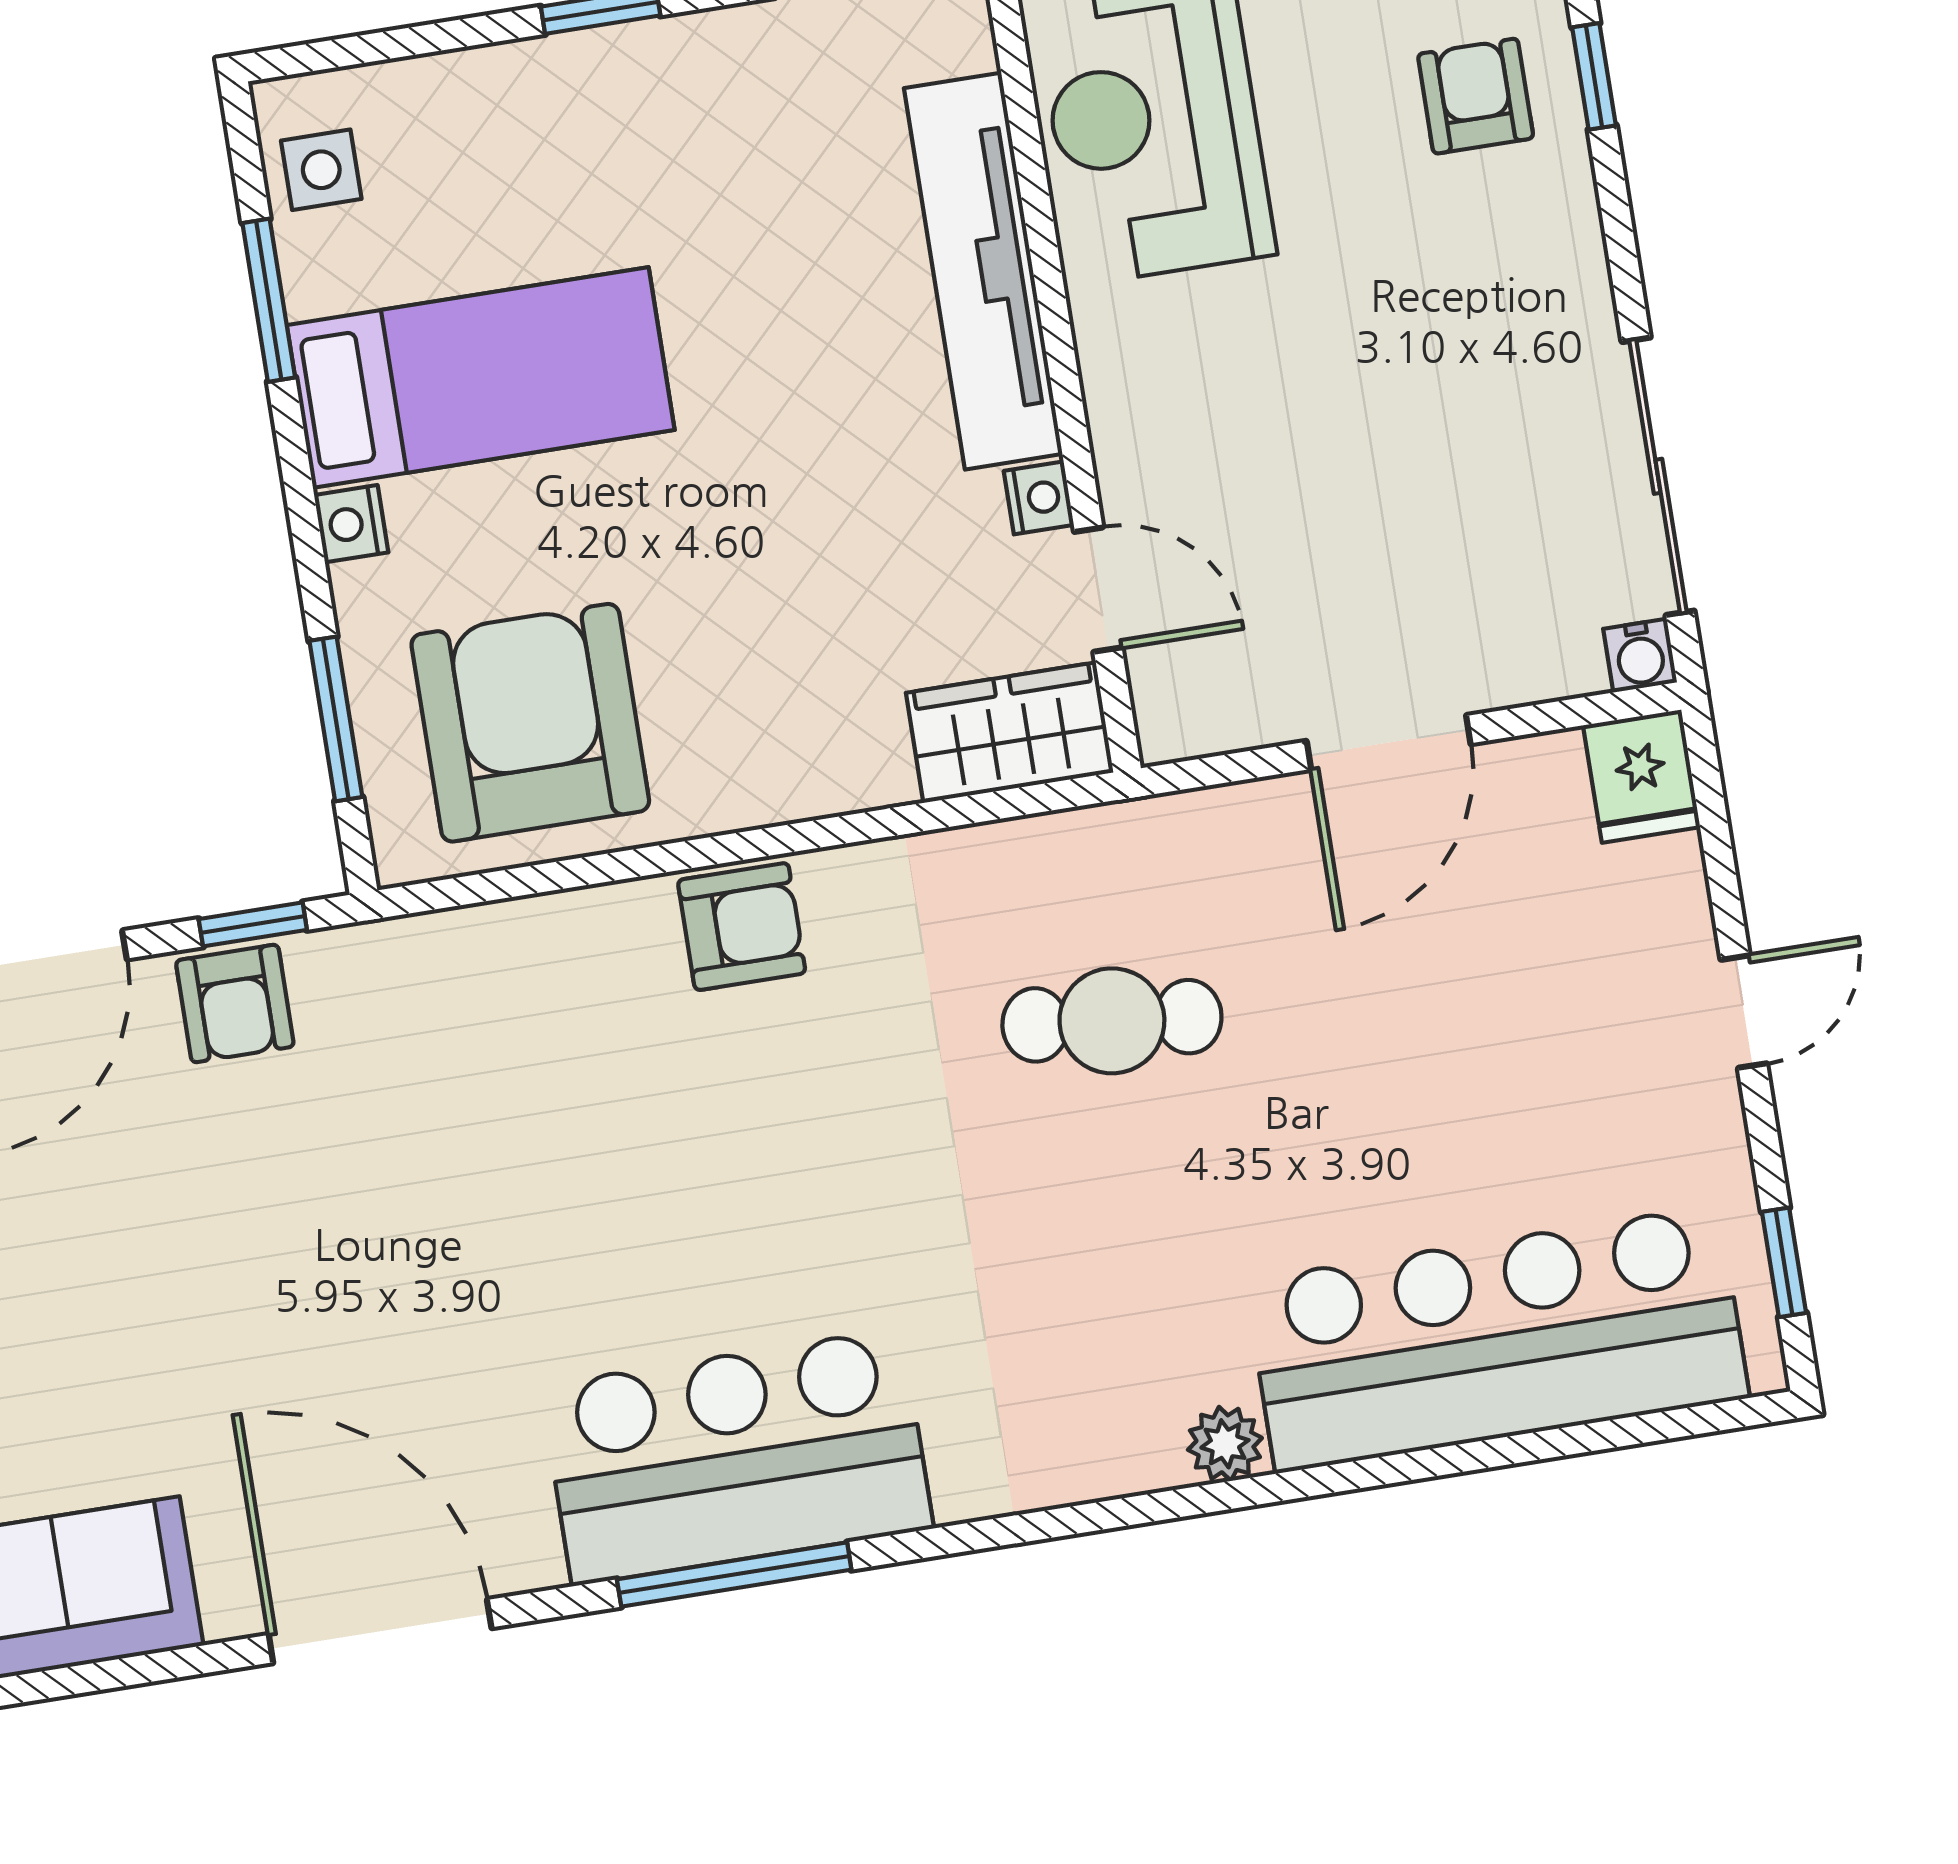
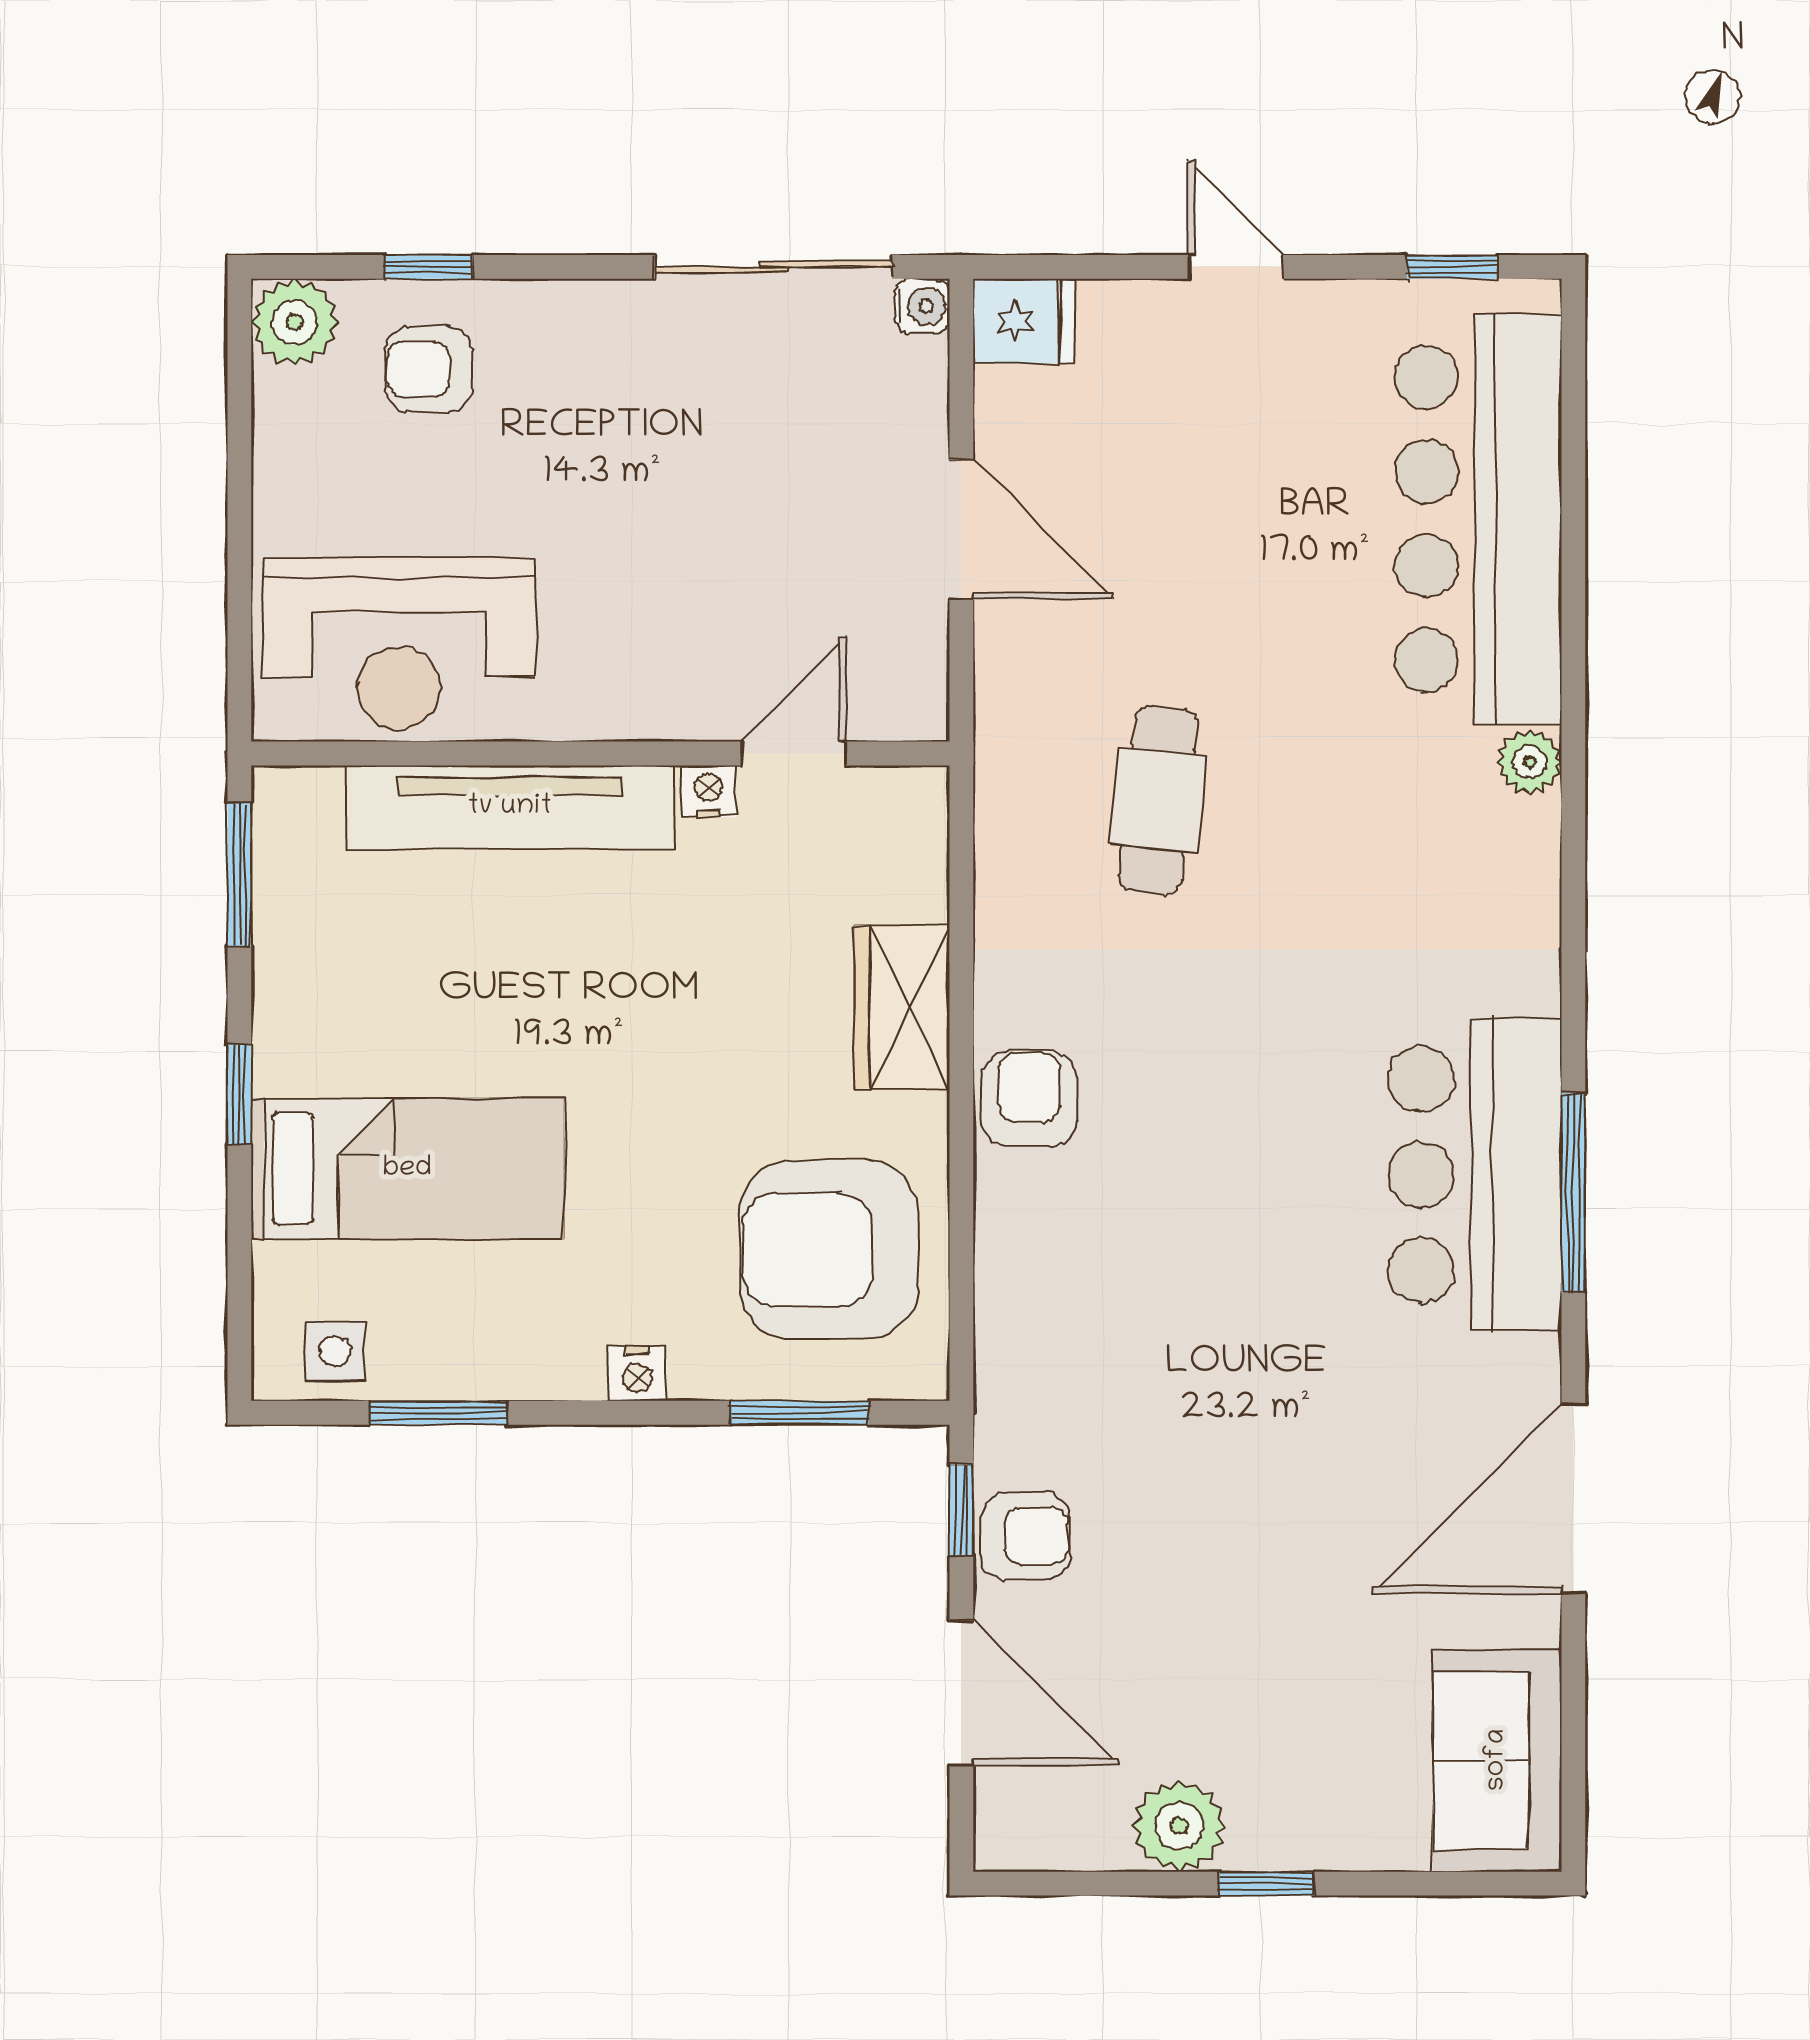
bed: (481, 377) -> (407, 1169), moved, turned 90
wardrobe: (1010, 733) -> (902, 1007), moved

